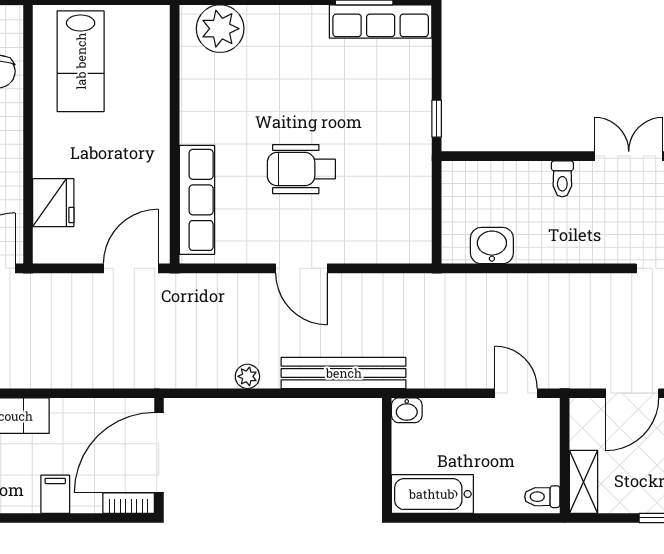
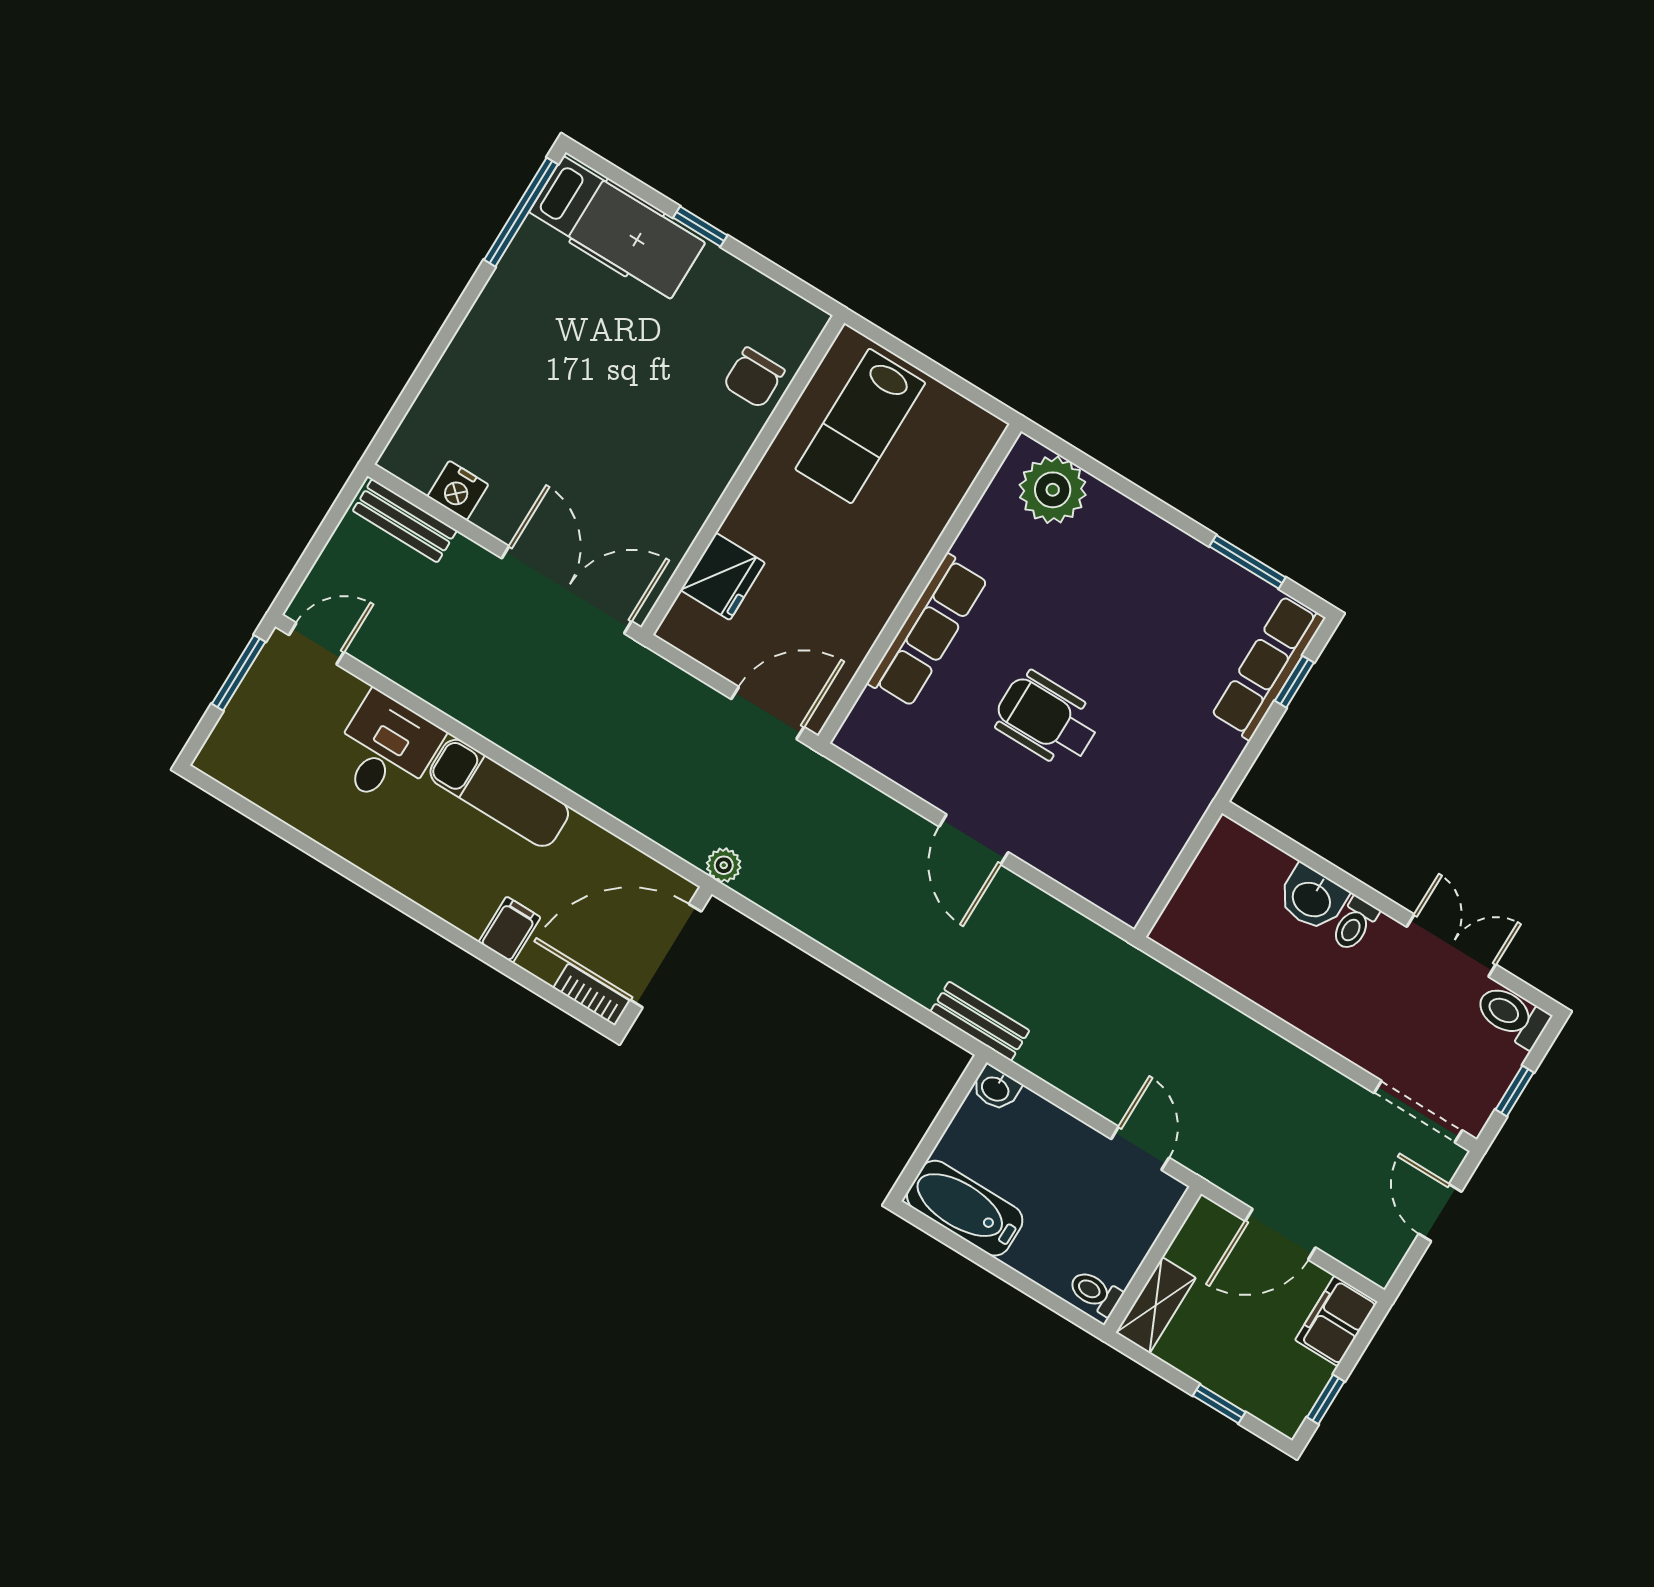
row of seats: (381, 21) -> (1268, 667), moved, turned 90
window: (437, 119) -> (1294, 682), moved
row of seats: (197, 200) -> (928, 631), moved
washbasin: (492, 246) -> (1312, 898), moved, turned 180
bench: (344, 373) -> (980, 1021), width x0.54, depth x0.82
plant: (247, 376) -> (724, 865), moved

